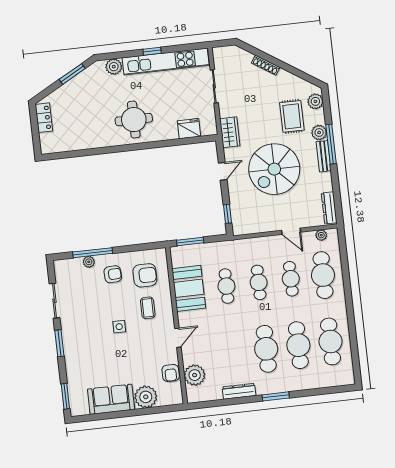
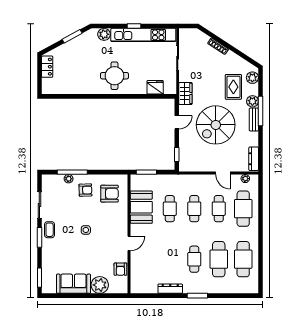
coffee table: (148, 308) -> (50, 230), moved
cafe table: (266, 349) -> (194, 259), width x0.73, depth x0.74
plant: (195, 375) -> (138, 273), removed

